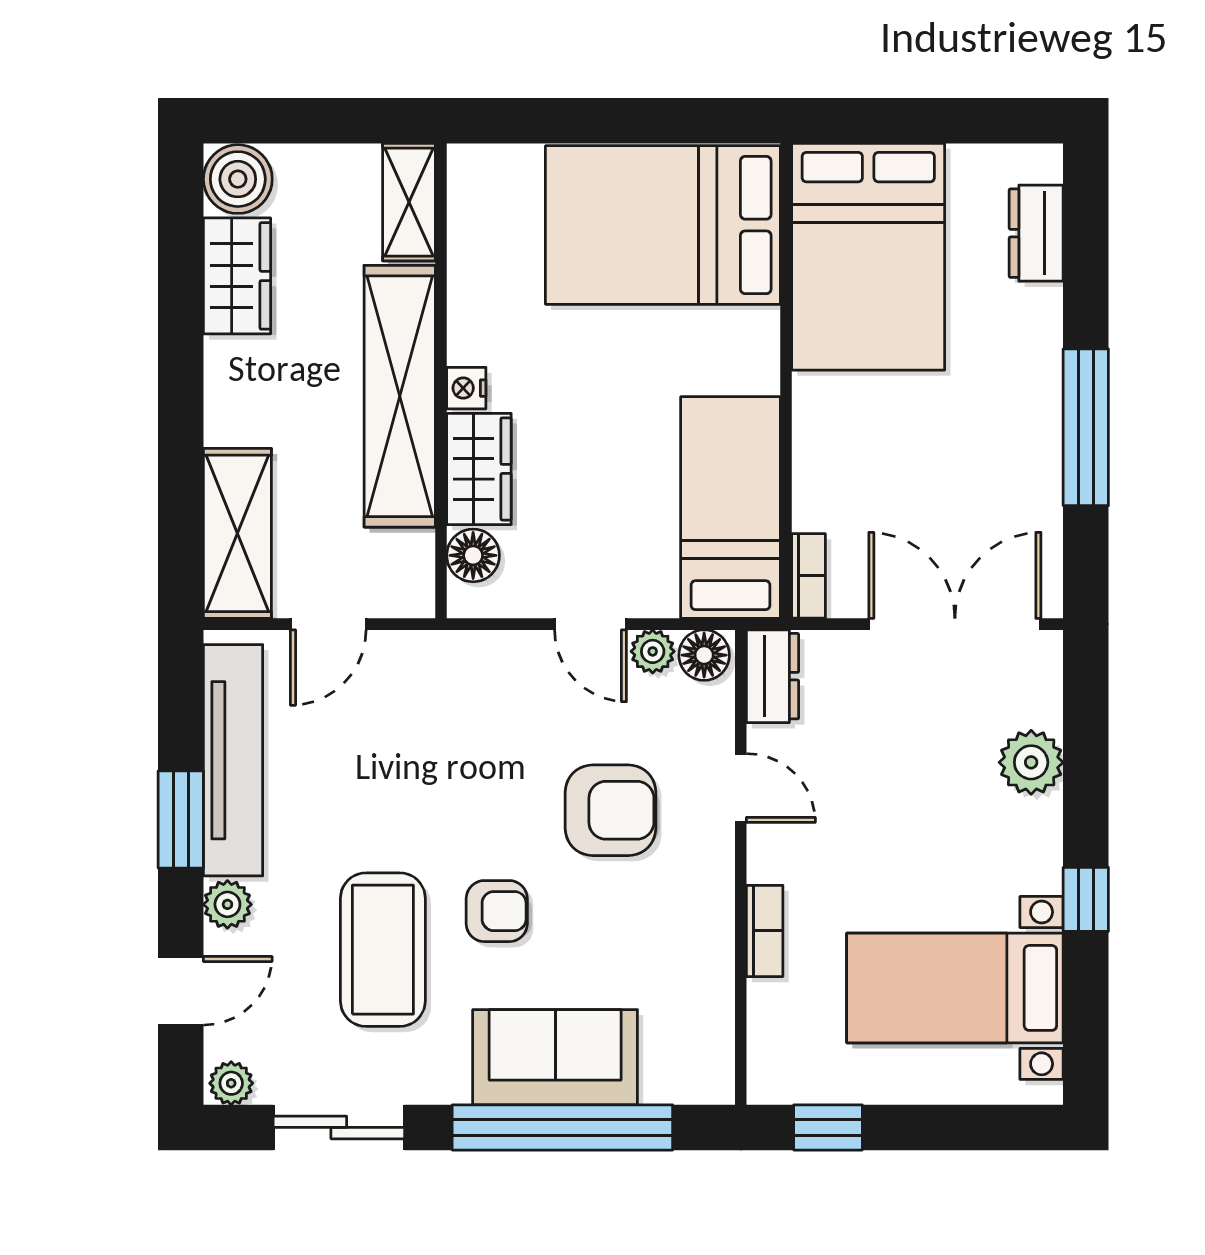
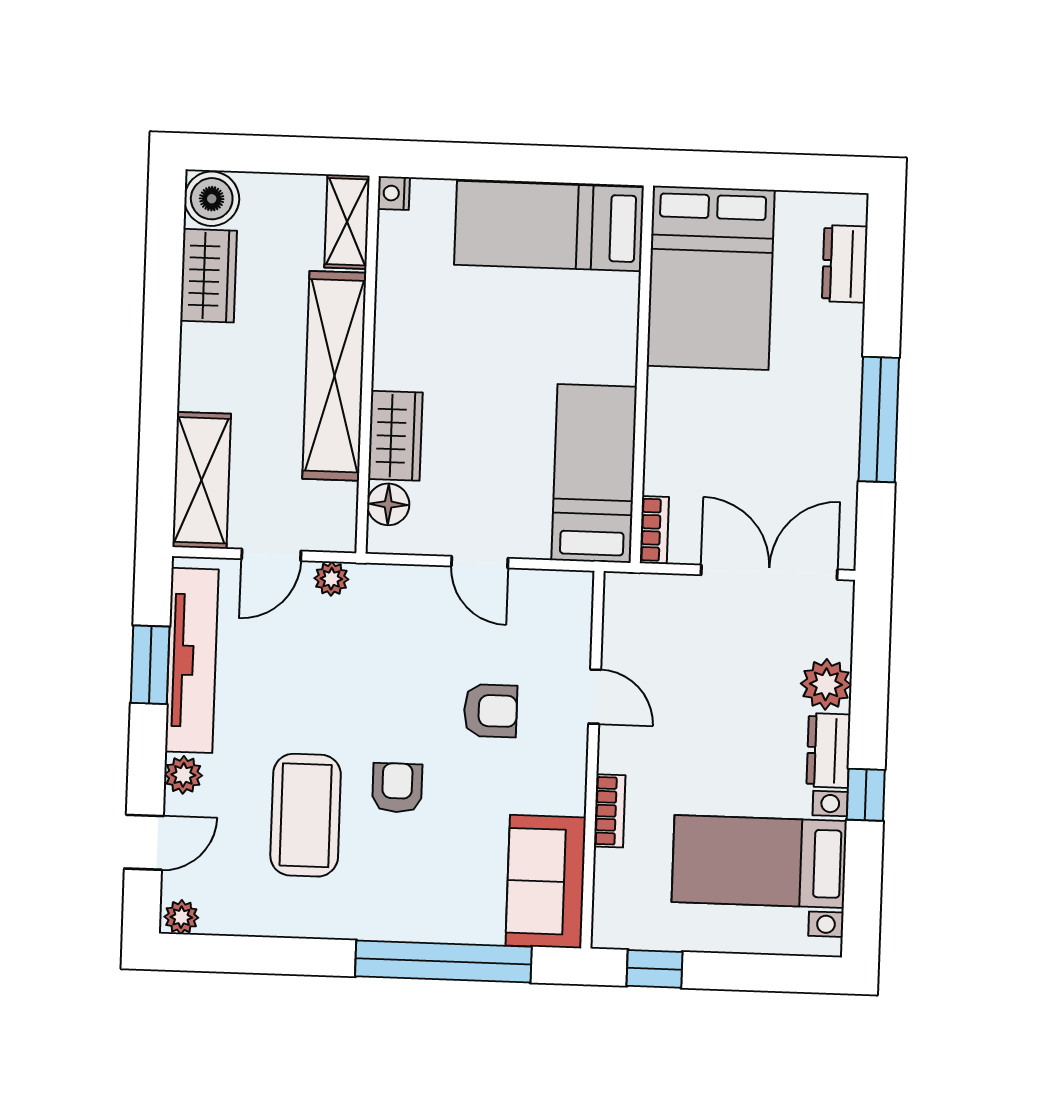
bed: (663, 225) -> (549, 226), width x0.67
nightstand: (466, 388) -> (394, 193), moved
plant: (653, 651) -> (331, 579), moved
floor lamp: (704, 655) -> (569, 590), removed
dresser: (773, 676) -> (828, 751), moved, turned 180
armchair: (611, 810) -> (490, 711), width x0.72, depth x0.72
window: (181, 820) -> (150, 665), moved
armchair: (497, 911) -> (397, 788), turned -90
sofa: (555, 1057) -> (546, 881), moved, turned -90
sliding door: (339, 1127) -> (266, 955), removed

